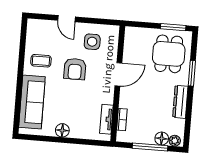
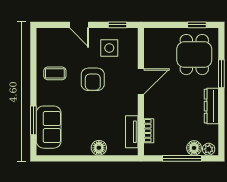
window: (101, 21) -> (118, 25), added
window: (173, 27) -> (197, 25), width x0.67
window: (18, 102) -> (33, 120), added
sofa: (32, 102) -> (49, 127), width x0.73
floor lamp: (62, 130) -> (99, 148), moved

